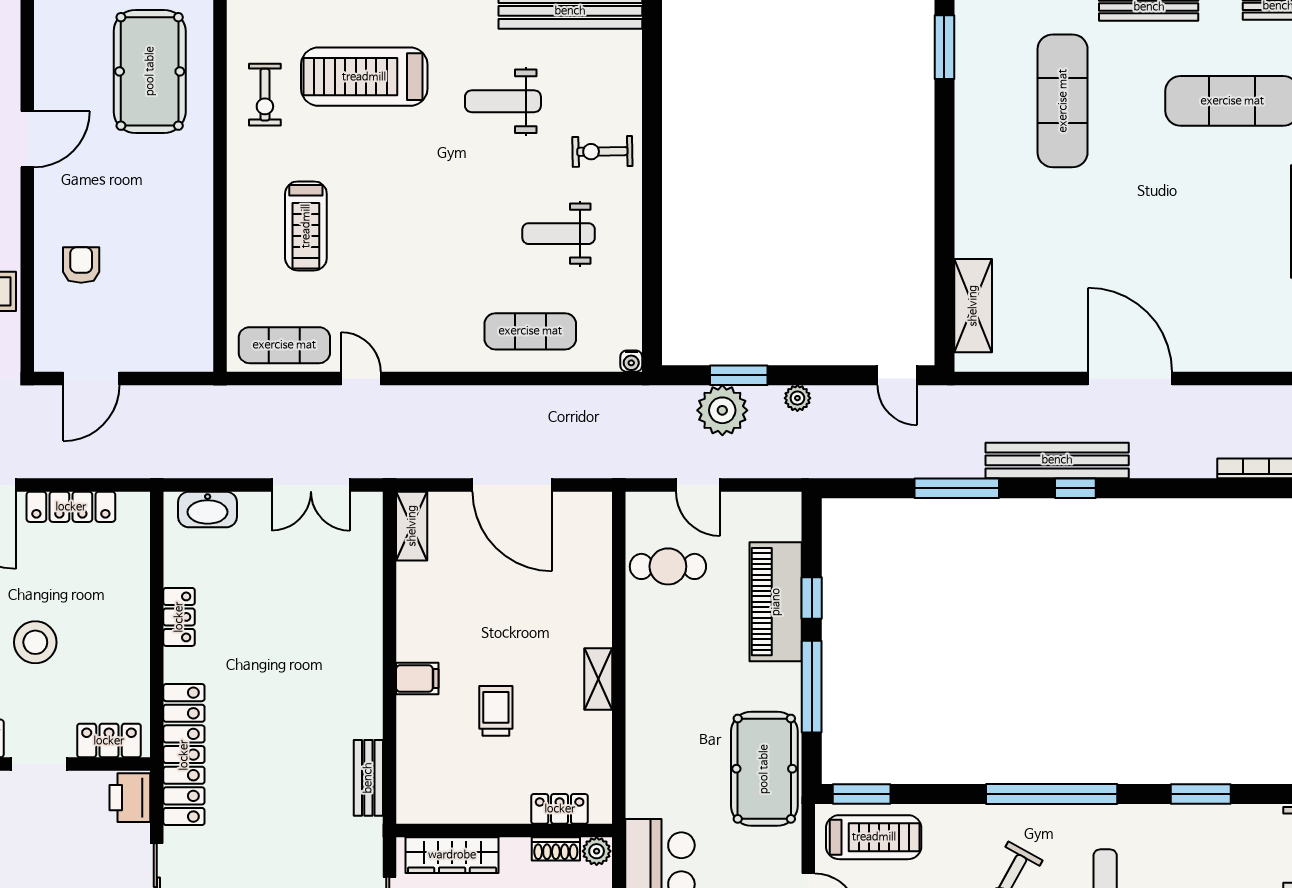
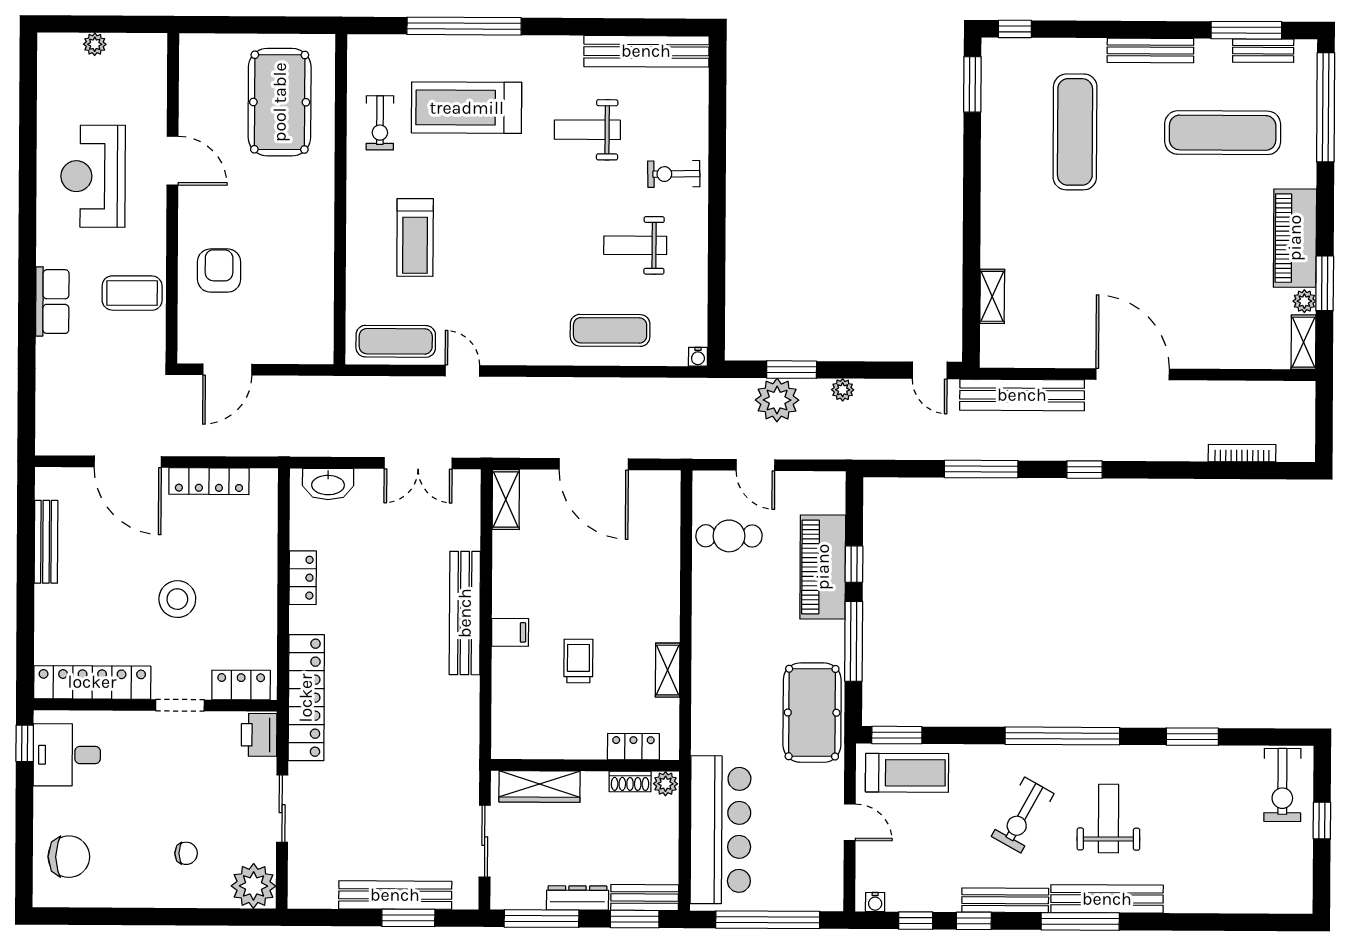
door: (27, 139) -> (173, 161), hinge flipped
armchair: (81, 265) -> (219, 271), width x1.38, depth x1.38
shelving: (973, 306) -> (992, 296), width x0.67, depth x0.75
bench: (1057, 460) -> (1022, 395), moved
shelving: (598, 679) -> (668, 670), moved
bench: (368, 778) -> (465, 613), moved, width x1.86, depth x1.21

